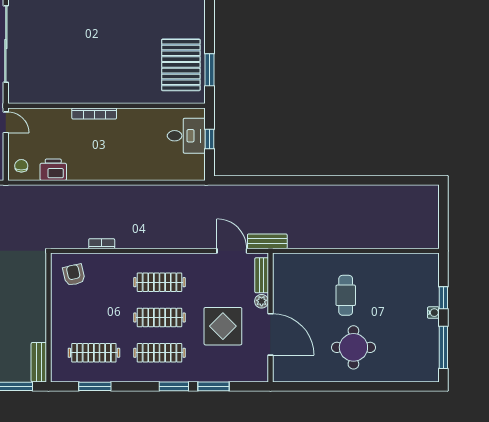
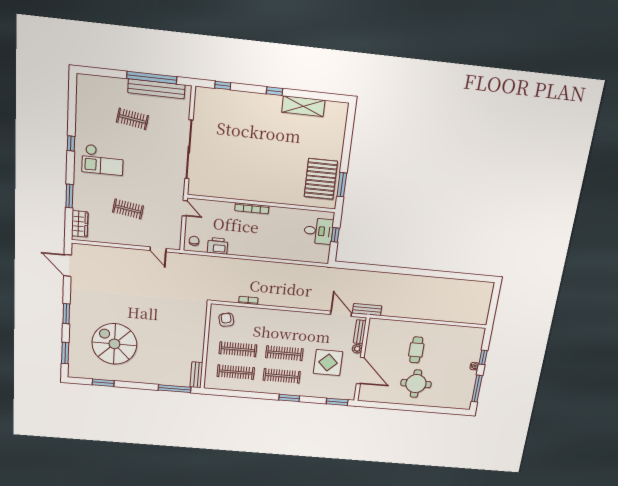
clothes rail: (159, 282) -> (238, 349), moved
window: (95, 386) -> (234, 393), removed
window: (214, 386) -> (337, 402), moved

